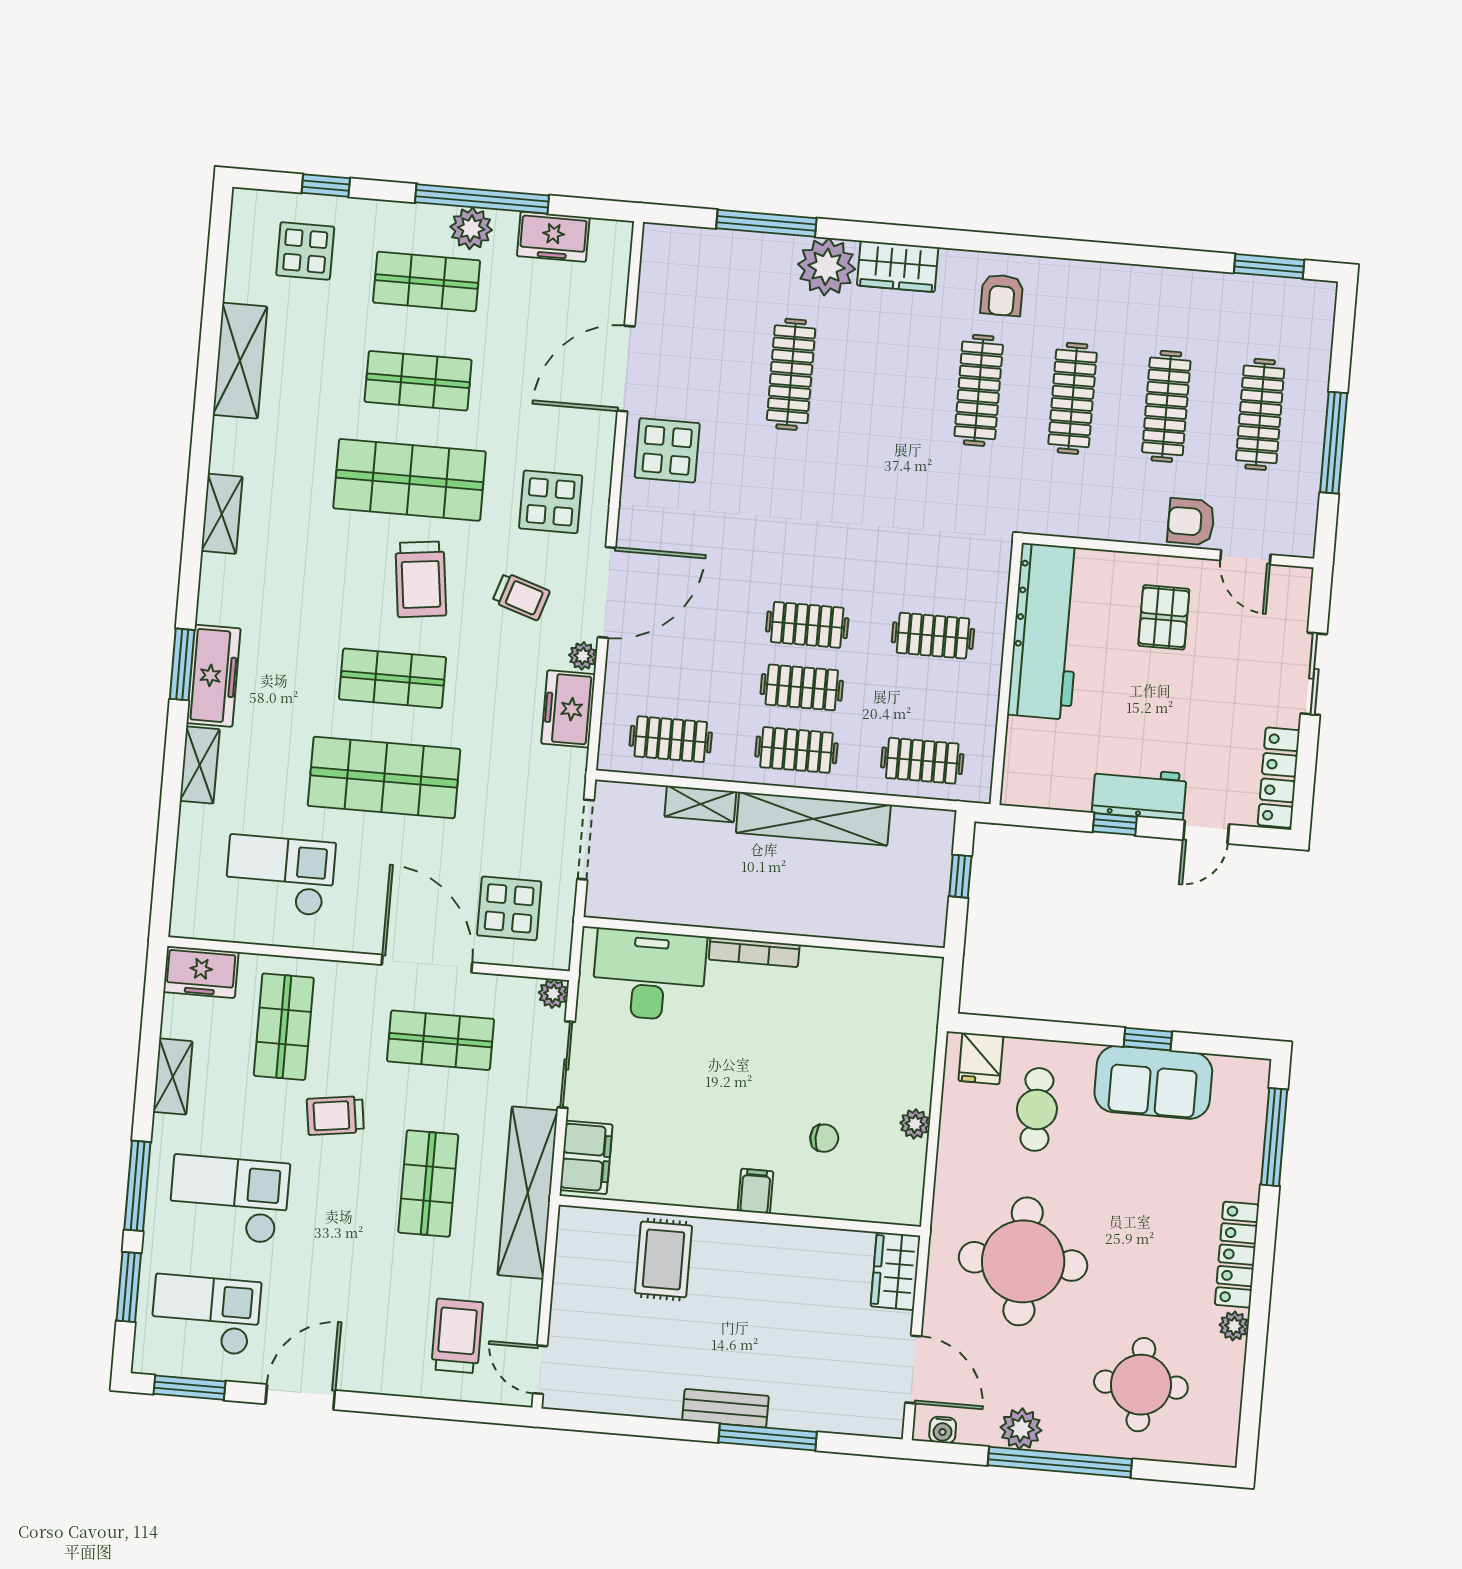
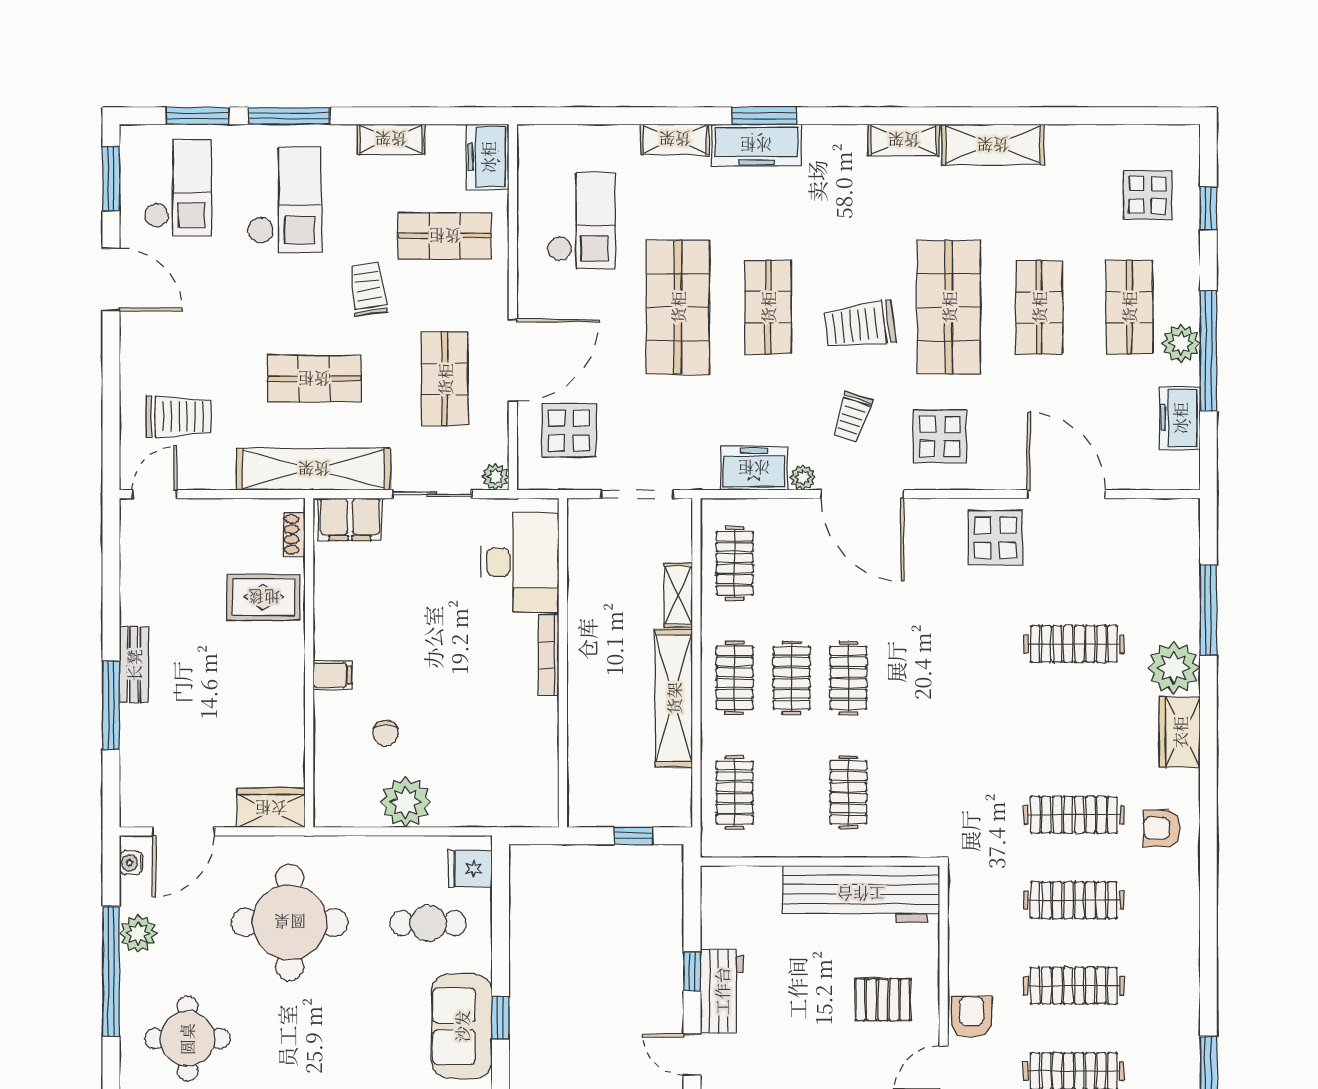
shelving: (240, 361) -> (993, 145), moved
plant: (915, 1124) -> (406, 802), width x1.87, depth x1.87
shoe rack: (597, 1220) -> (294, 534), added

